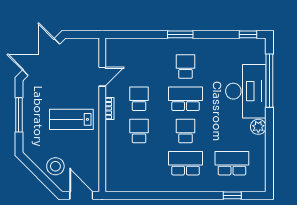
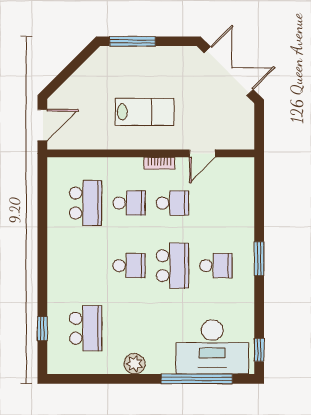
door: (102, 77) -> (202, 153), hinge flipped
desk: (246, 91) -> (212, 347), moved
window: (19, 115) -> (132, 41), moved
lab bench: (71, 119) -> (145, 112), turned 90
school desk: (185, 163) -> (86, 203), moved
stool: (55, 166) -> (81, 90), removed

